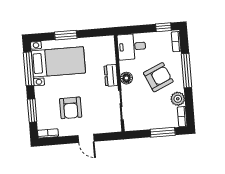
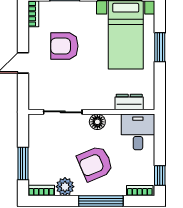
dresser: (111, 75) -> (129, 102), moved
armchair: (158, 77) -> (95, 164), turned 91

